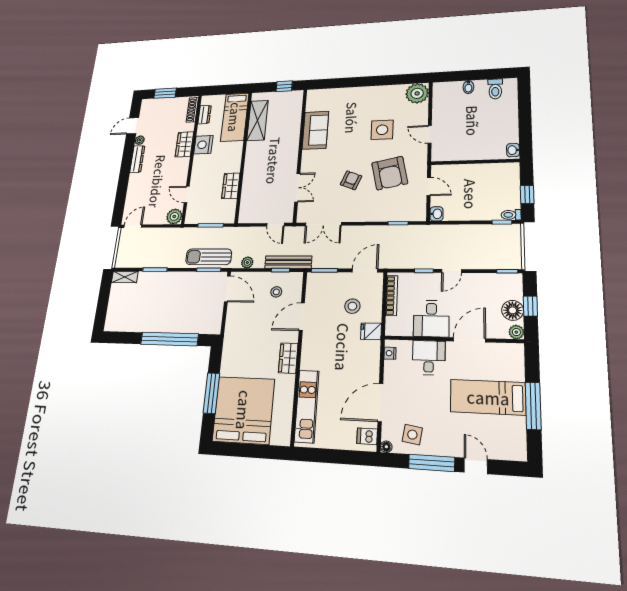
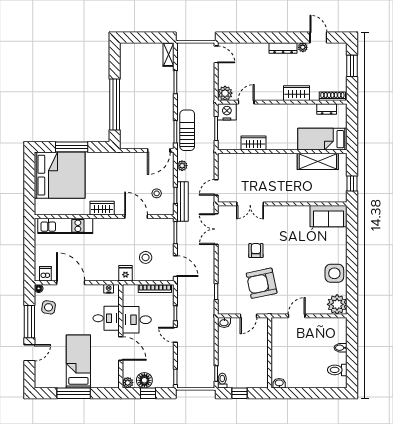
sofa: (315, 130) -> (328, 216), moved
side table: (382, 130) -> (334, 273), moved
nightstand: (203, 145) -> (227, 112), moved
armchair: (351, 180) -> (256, 251), turned -112

